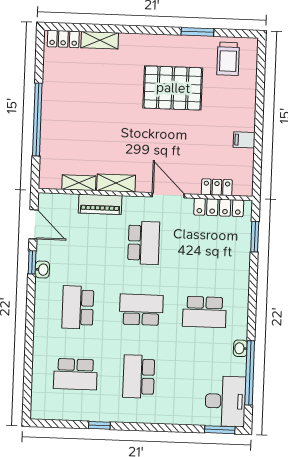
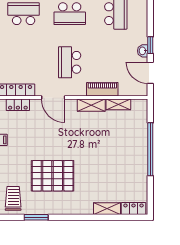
washbasin: (42, 270) -> (143, 51), moved

